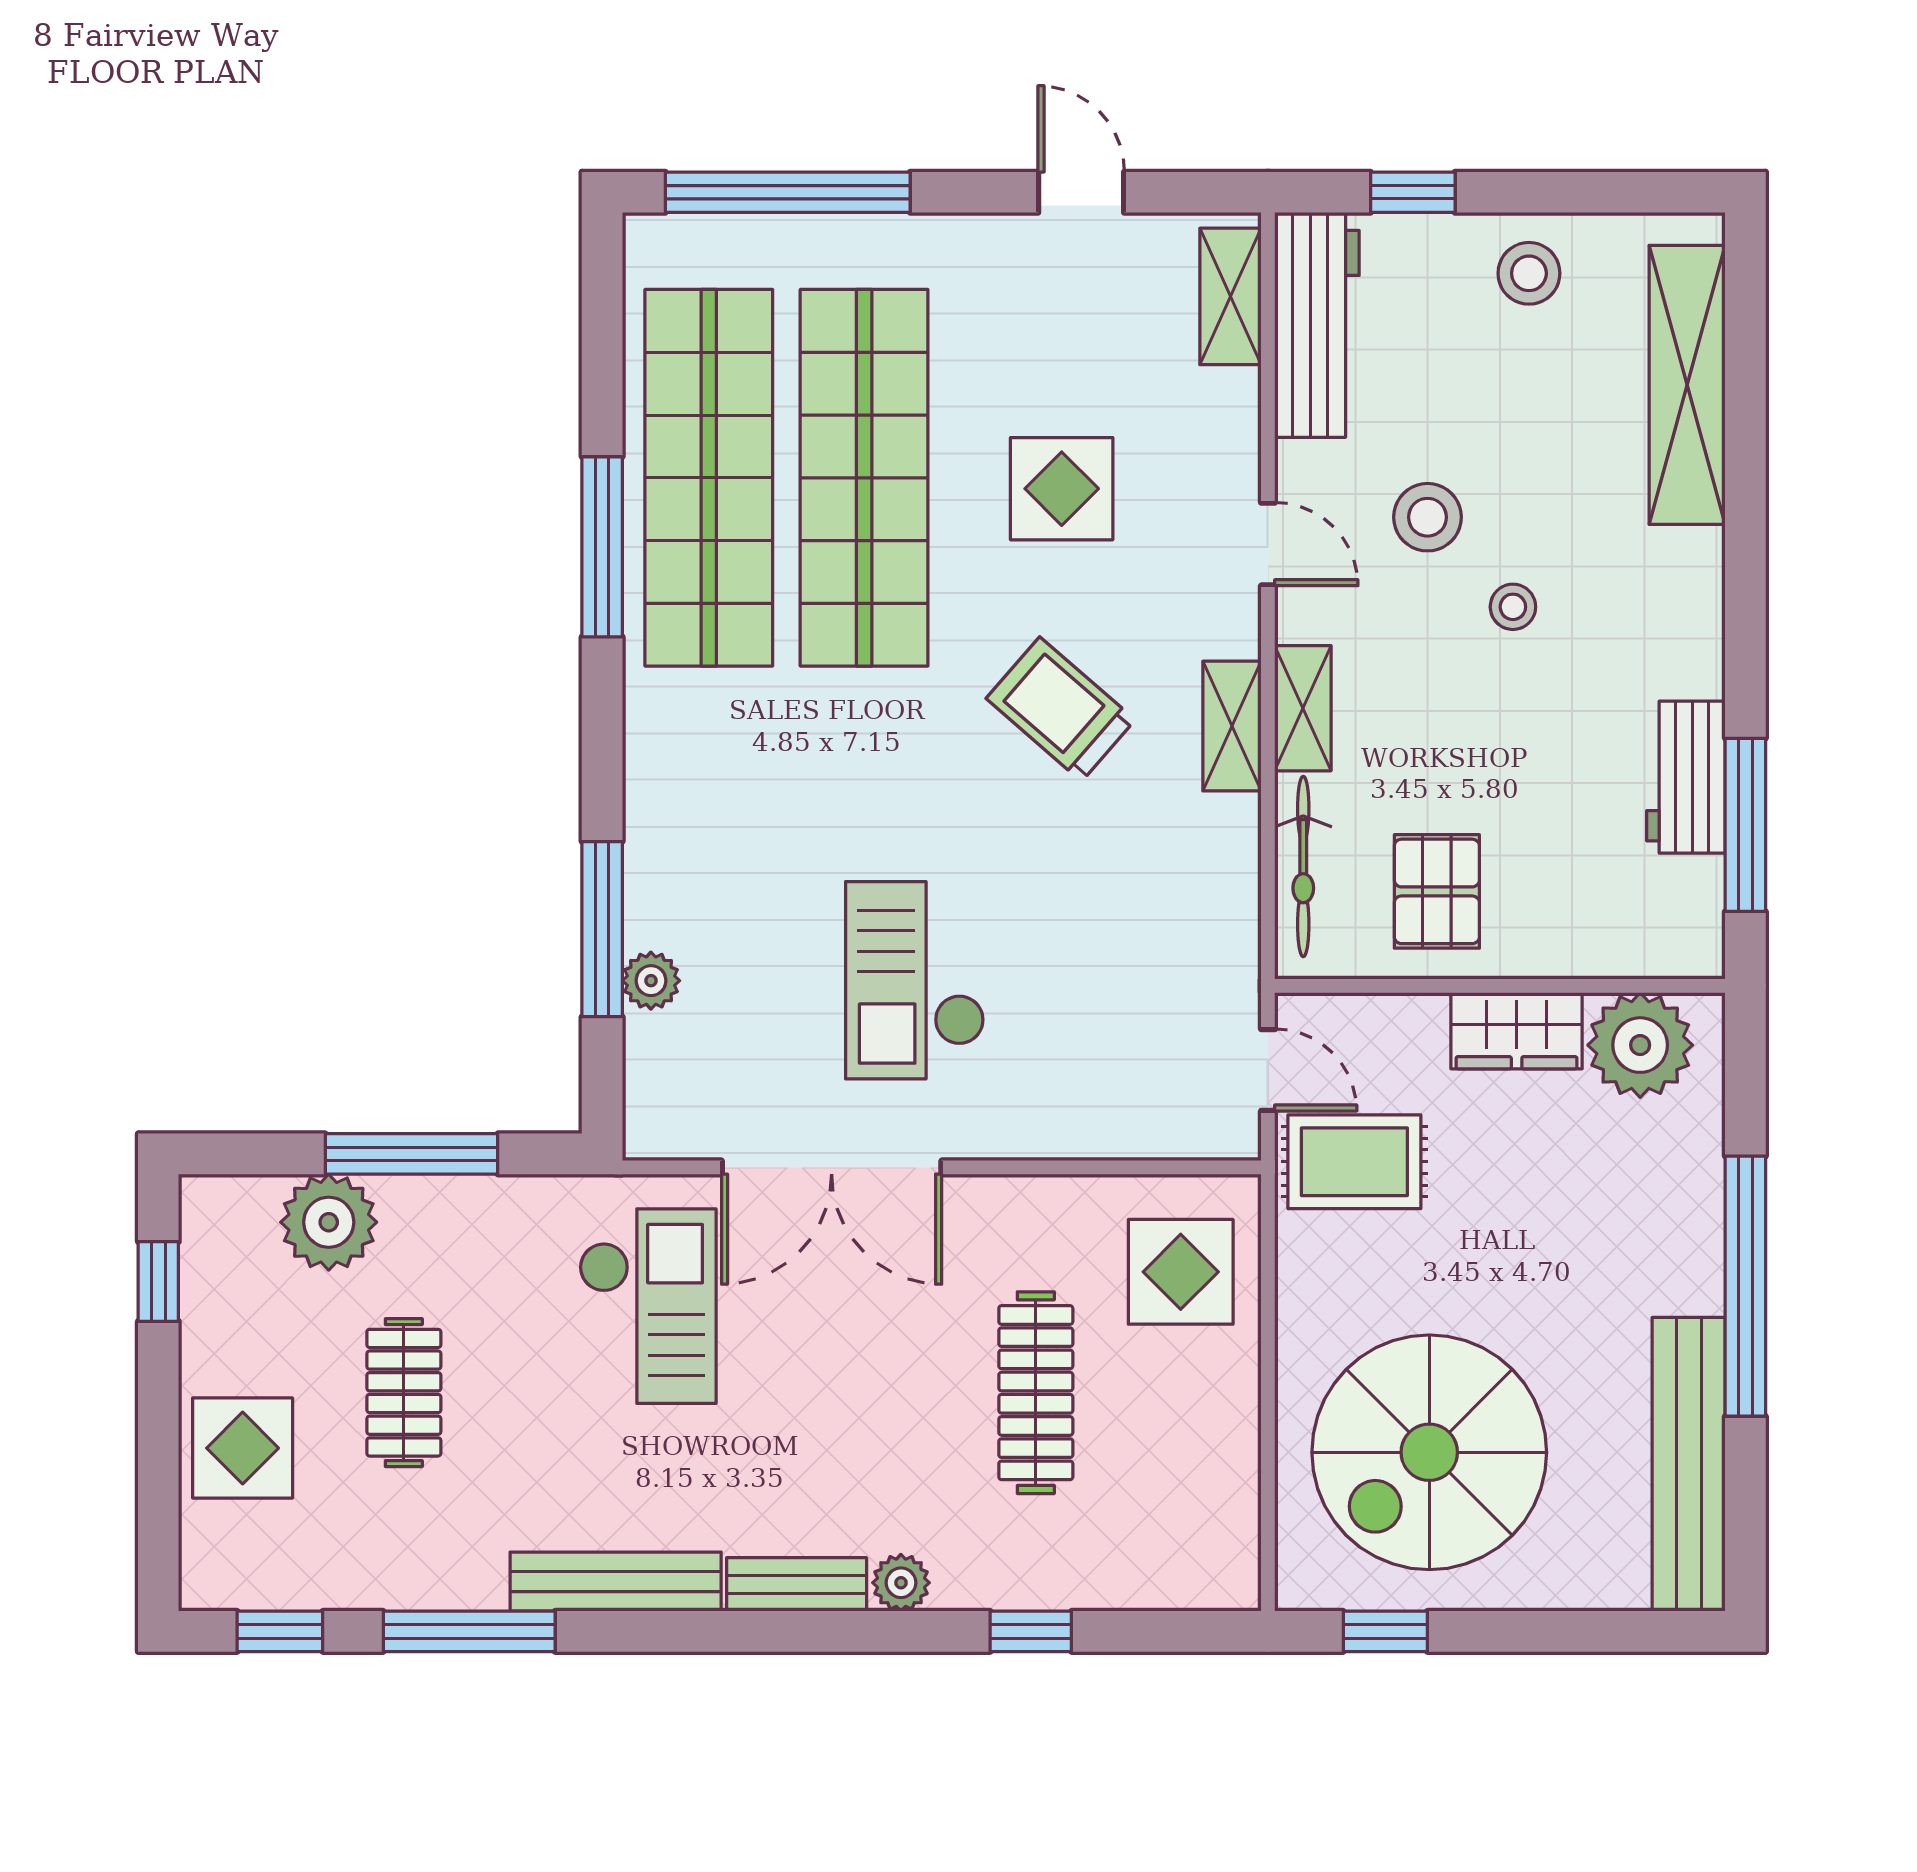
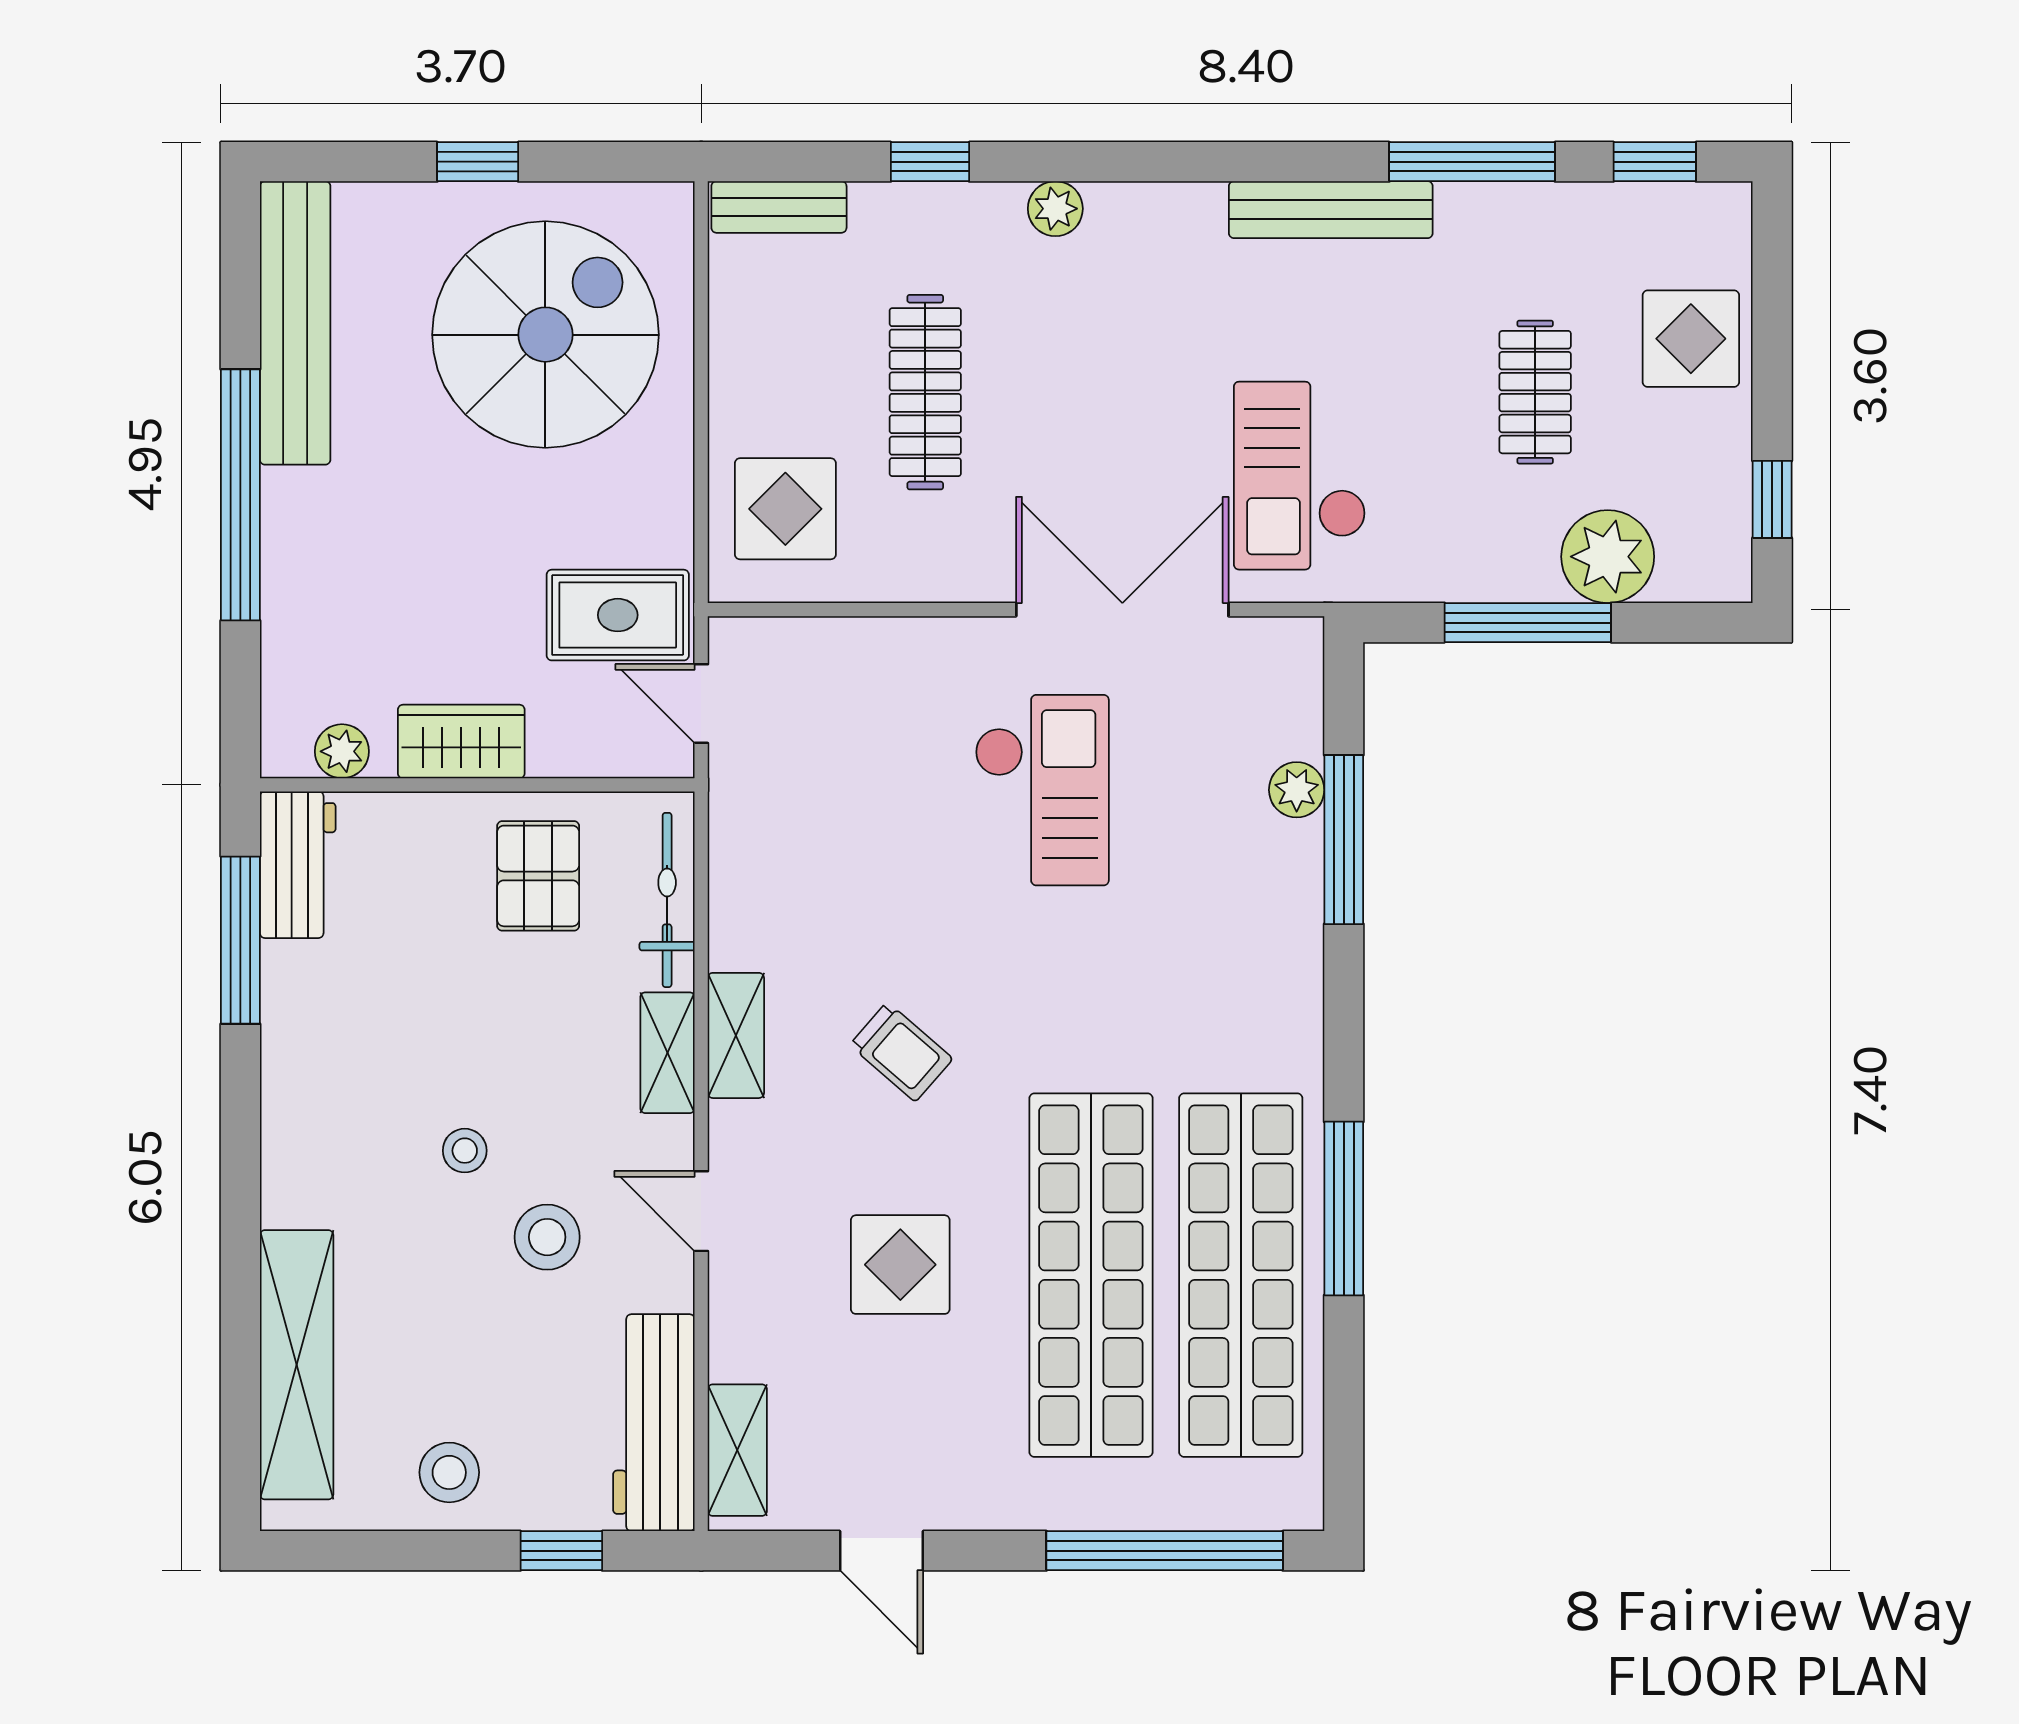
trolley: (1061, 709) -> (901, 1052), width x0.73, depth x0.72
workbench: (1686, 777) -> (298, 865), moved
plant: (1640, 1045) -> (342, 751), width x0.53, depth x0.53
bench: (797, 1584) -> (779, 207), moved
window: (1385, 1631) -> (478, 162), moved

